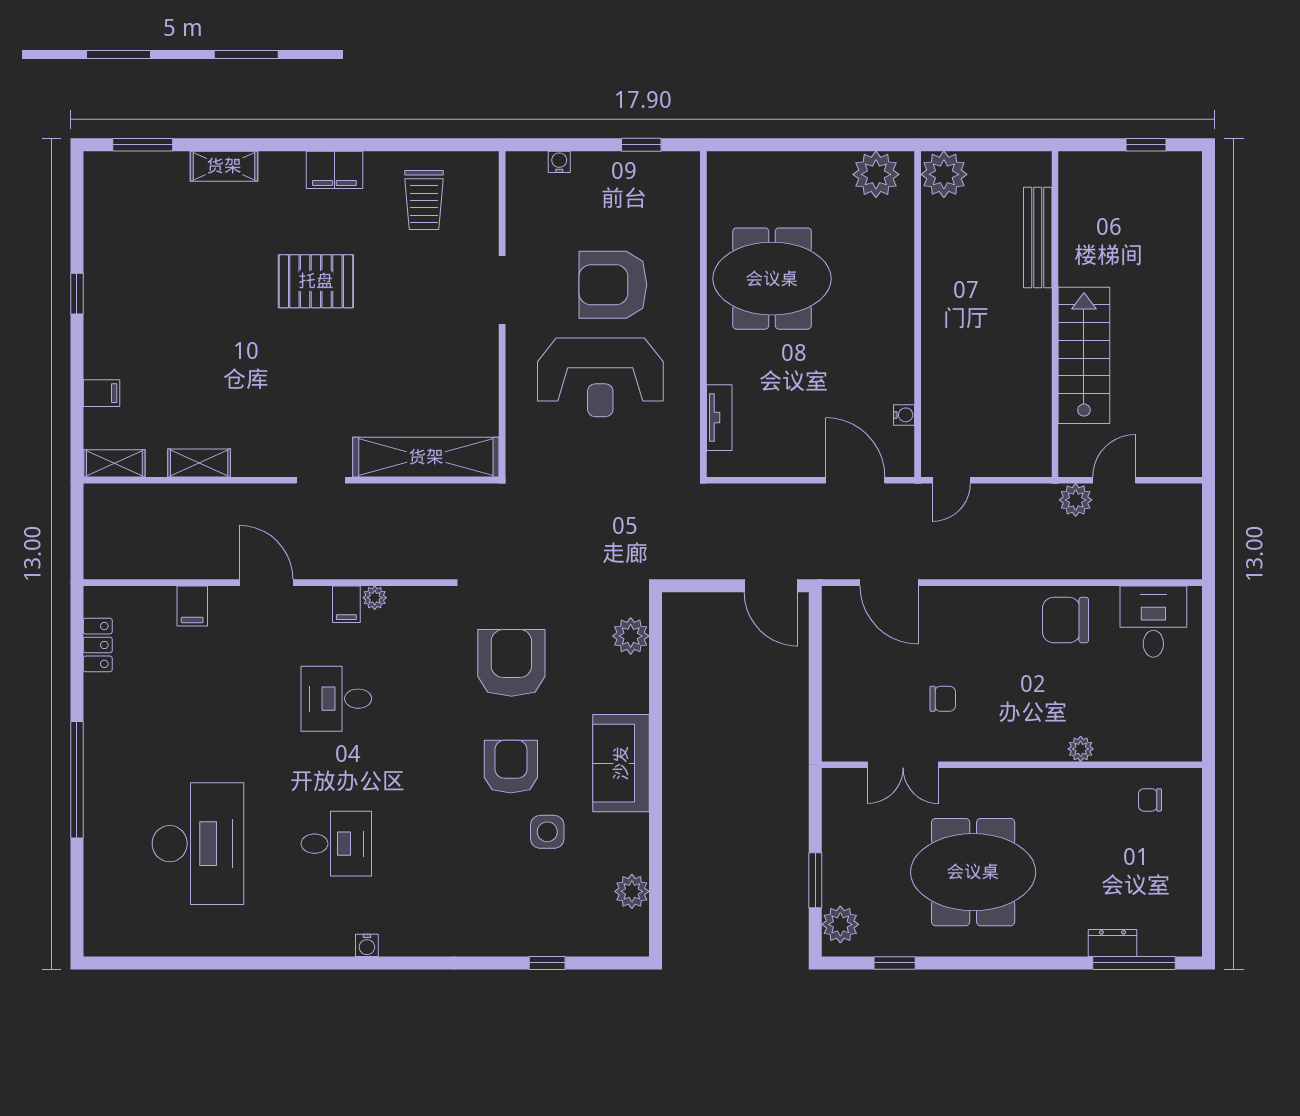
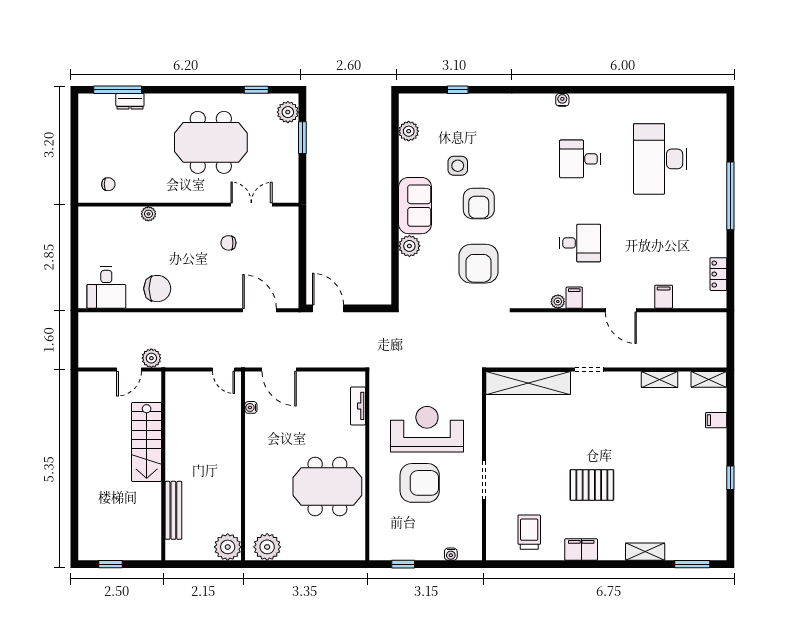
door: (951, 480) -> (224, 370), swing flipped
plant: (631, 636) -> (409, 246), moved

